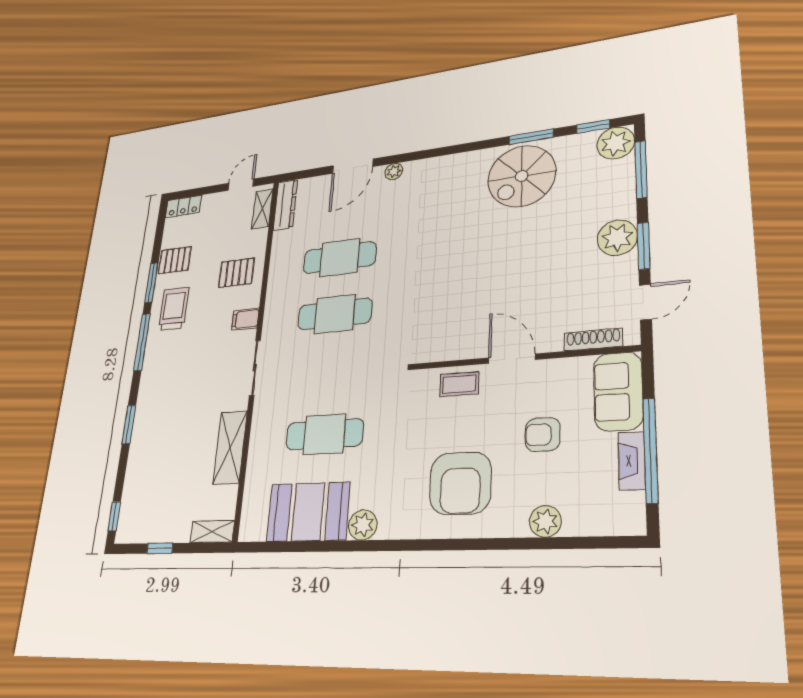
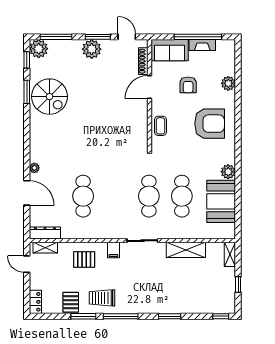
pallet: (236, 273) -> (84, 259), turned 90
cafe table: (335, 314) -> (149, 196), moved
door: (512, 359) -> (149, 87), moved

